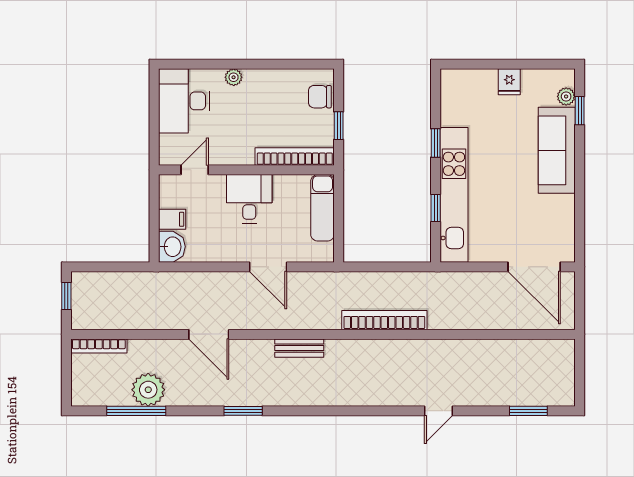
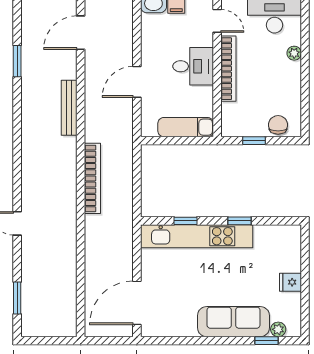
bookcase: (295, 157) -> (228, 69), moved
bench: (299, 348) -> (69, 108), width x1.36

